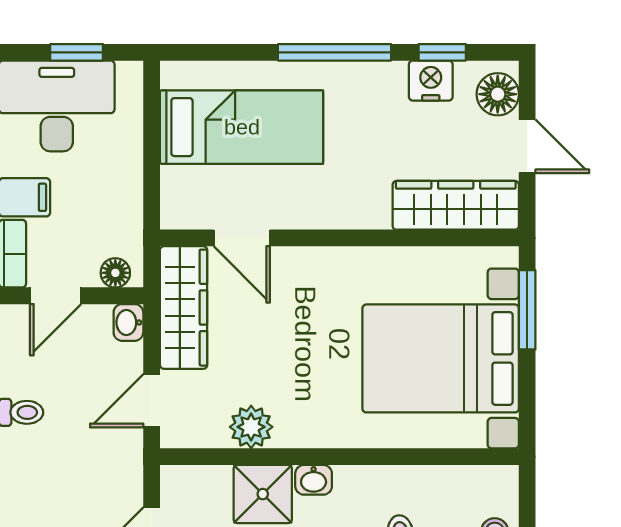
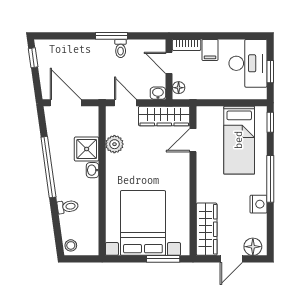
window: (442, 52) -> (270, 122), moved
nightstand: (431, 81) -> (259, 204), moved

